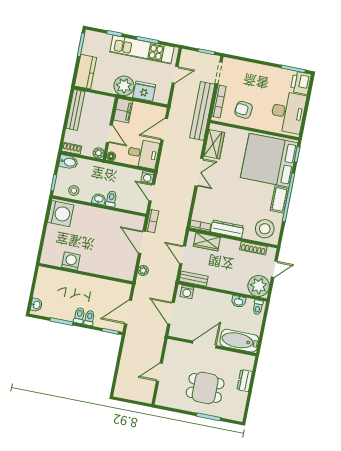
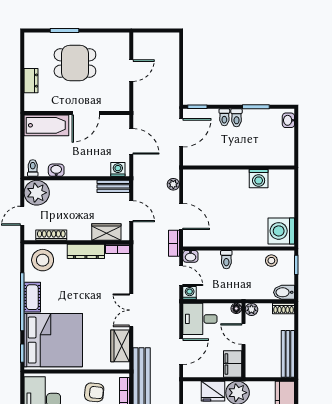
washbasin: (99, 199) -> (190, 256), moved

